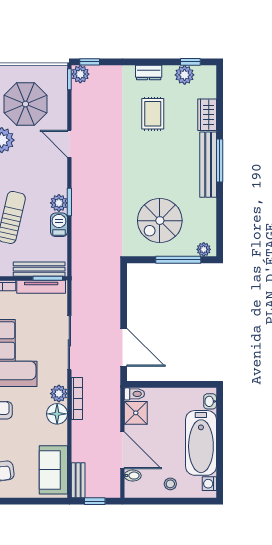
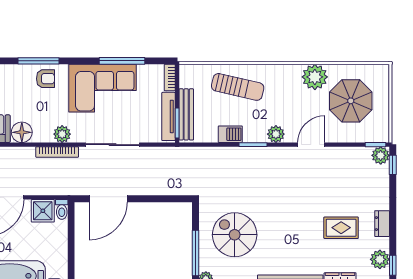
plant: (59, 203) -> (276, 134), moved
floor lamp: (57, 414) -> (22, 132), moved

